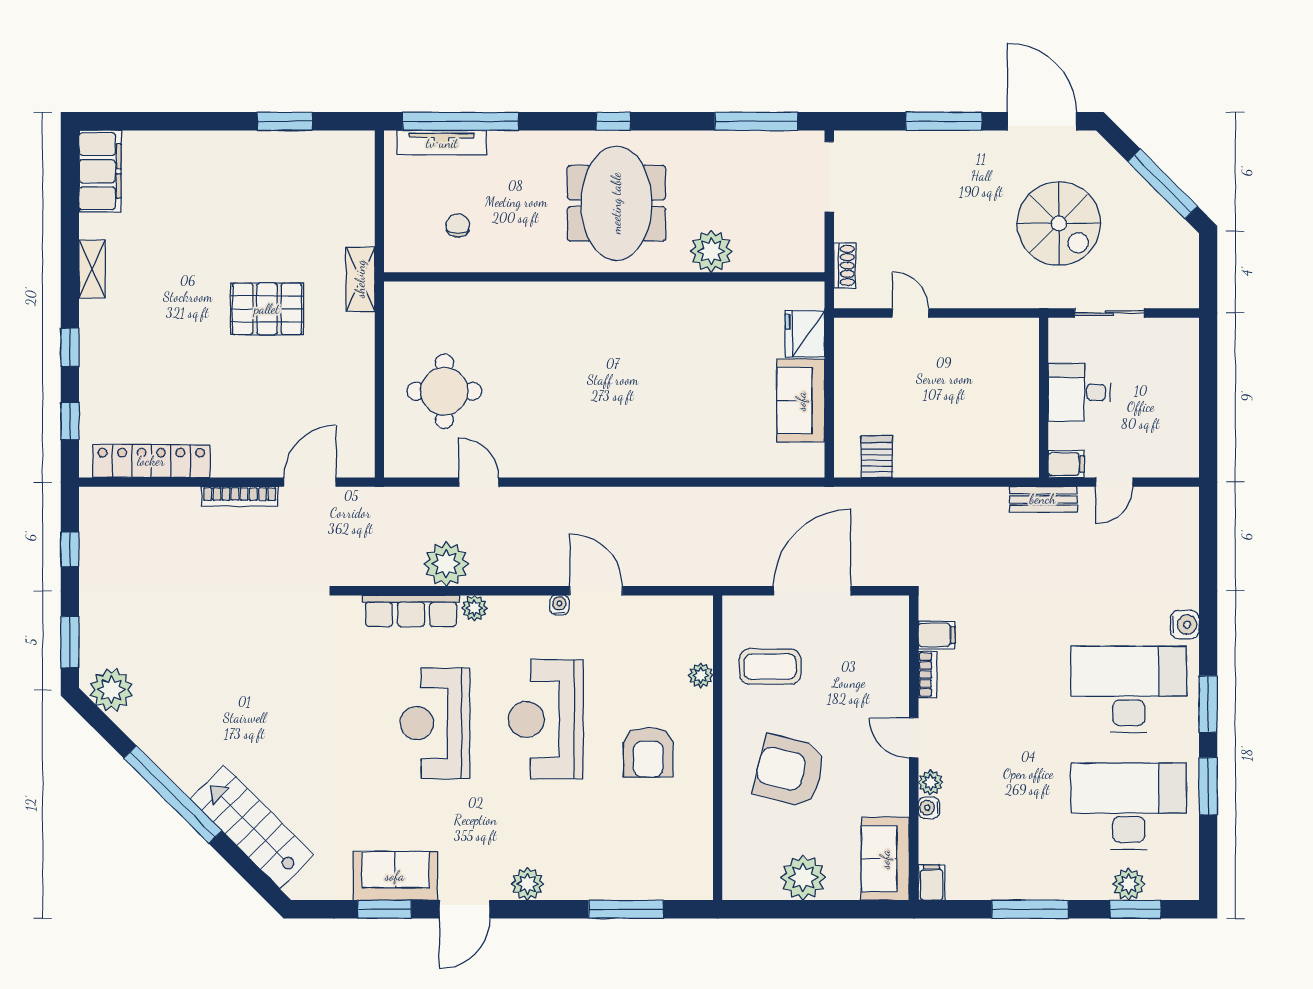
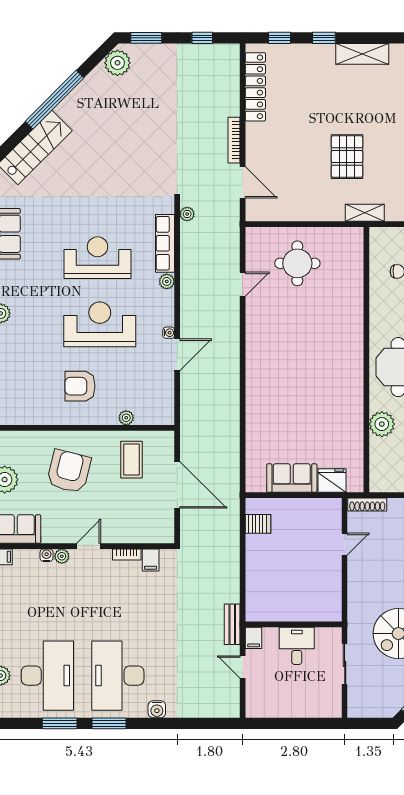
shoe rack: (845, 266) -> (367, 505), width x1.43
shelving: (92, 269) -> (362, 54), width x1.50, depth x1.33
plant: (446, 564) -> (187, 214), moved, width x0.53, depth x0.53
desk: (1129, 689) -> (118, 676), turned 180

